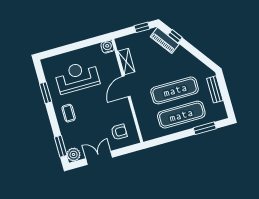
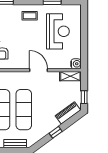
window: (175, 36) -> (56, 132), moved
shelving: (126, 62) -> (70, 76), moved

